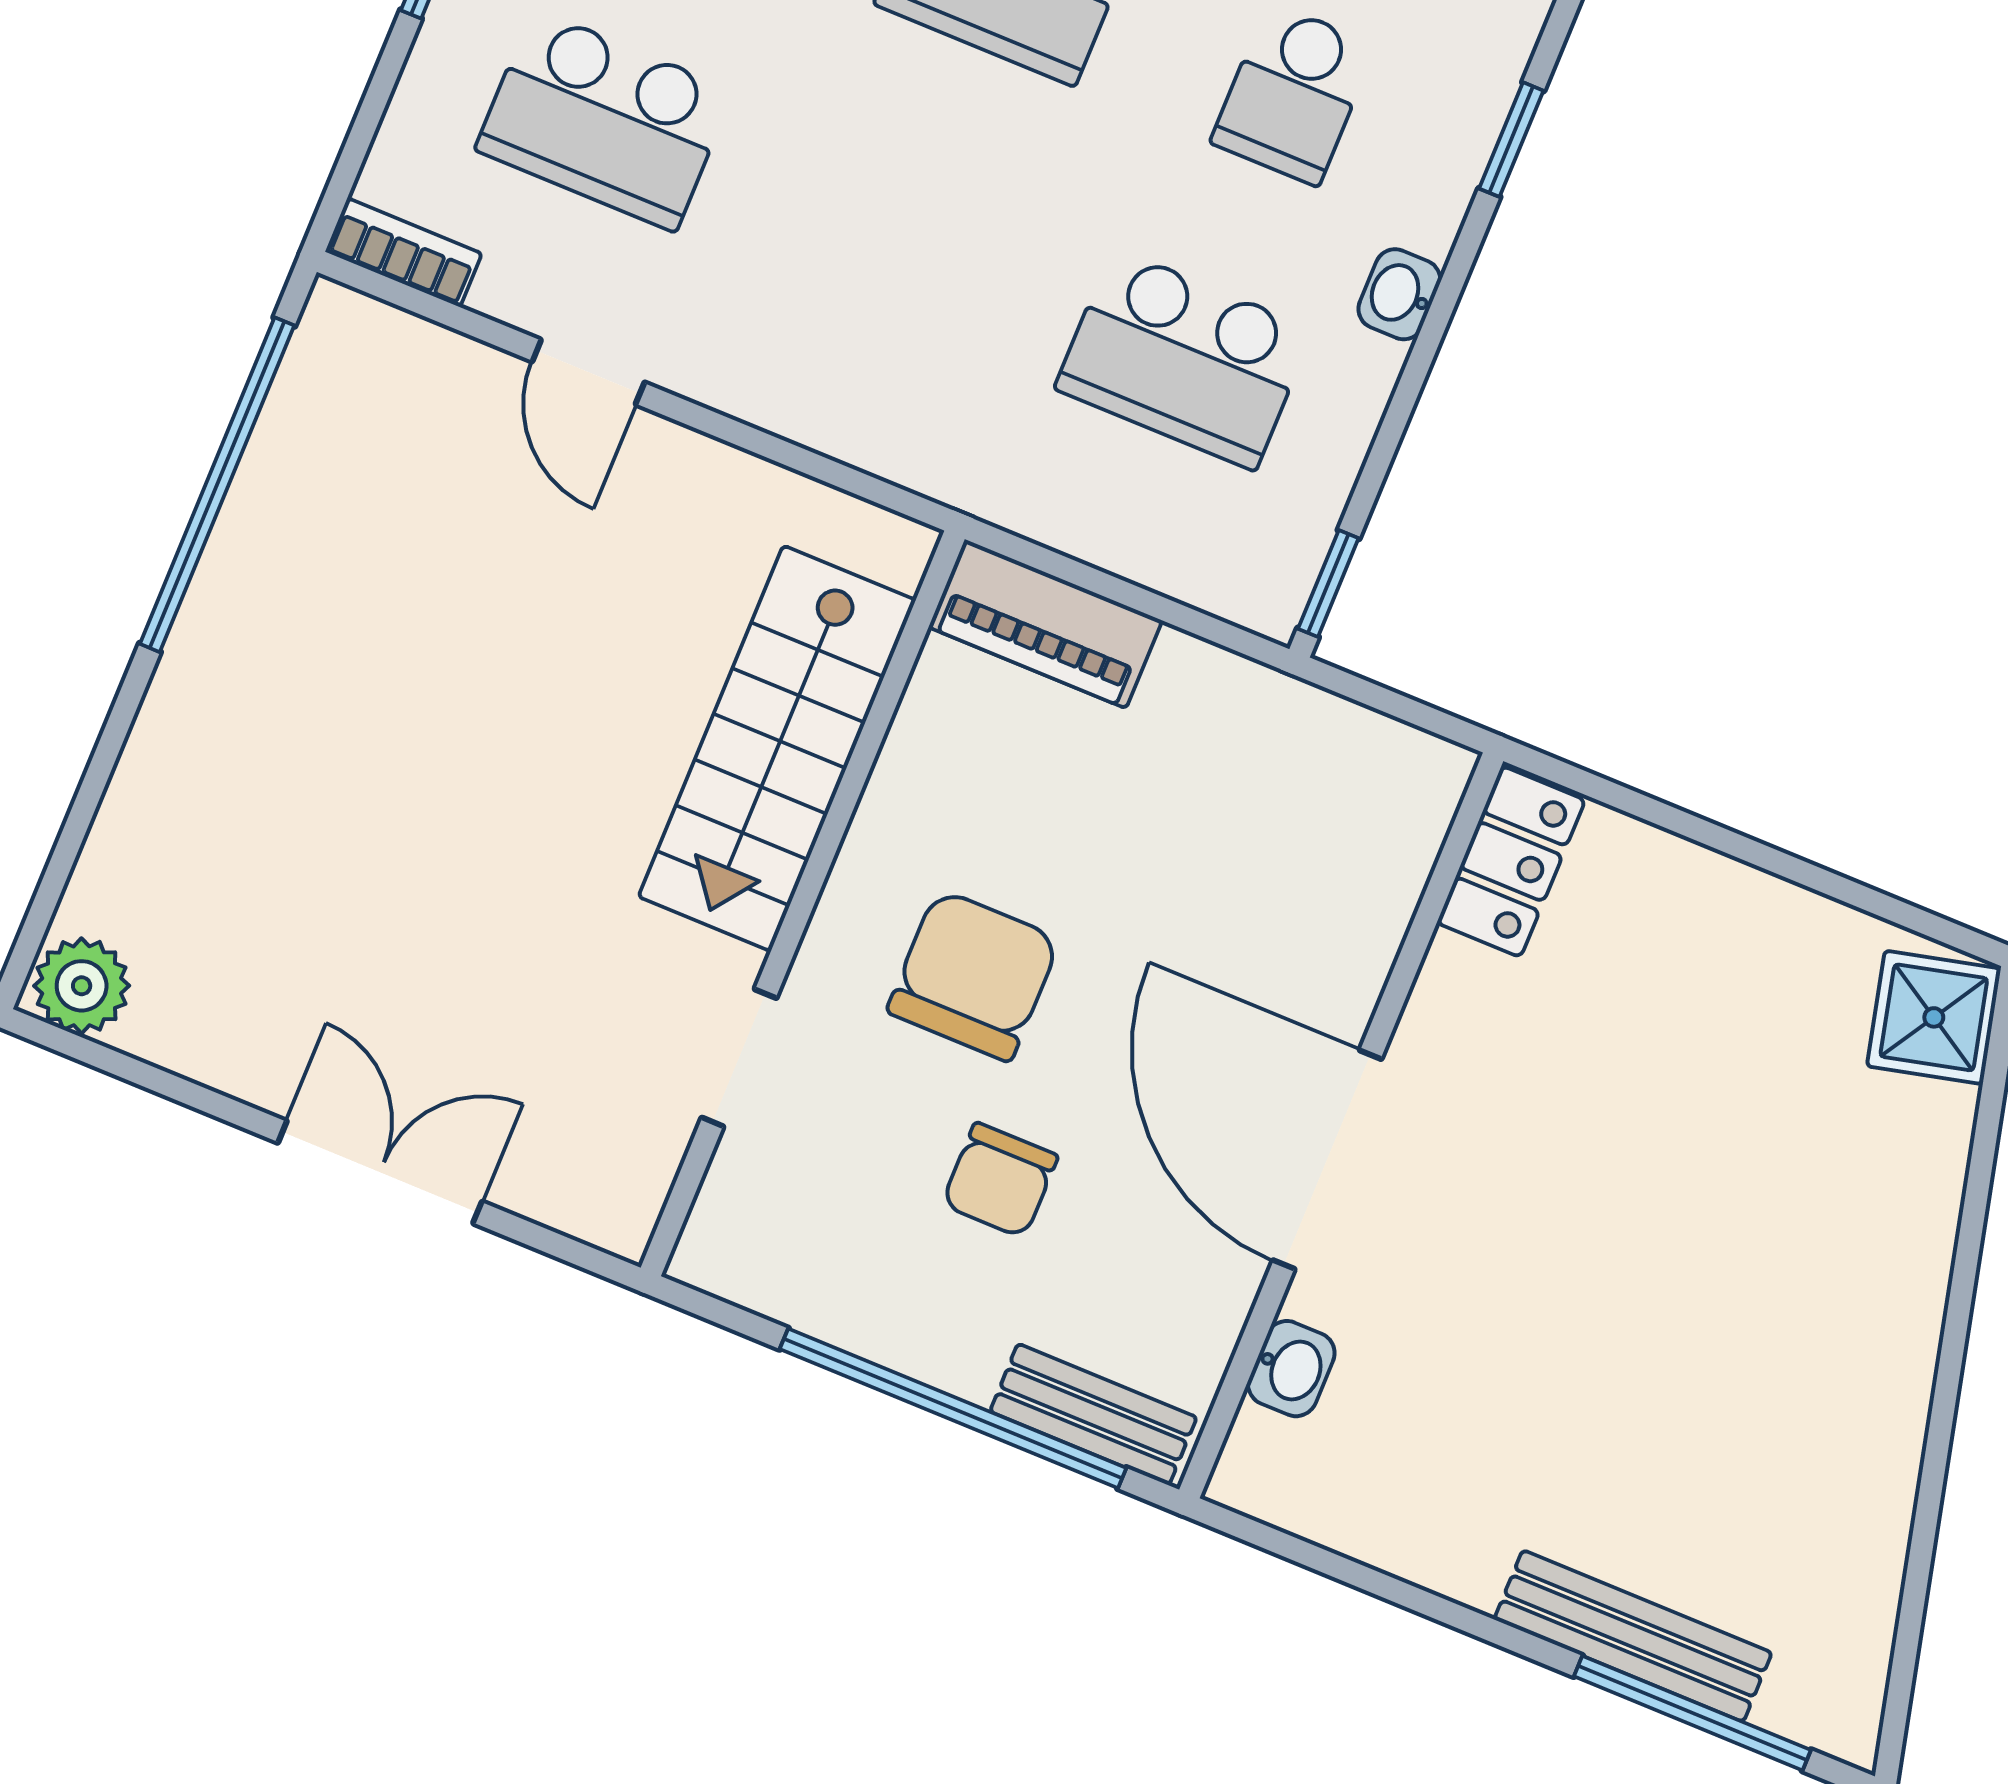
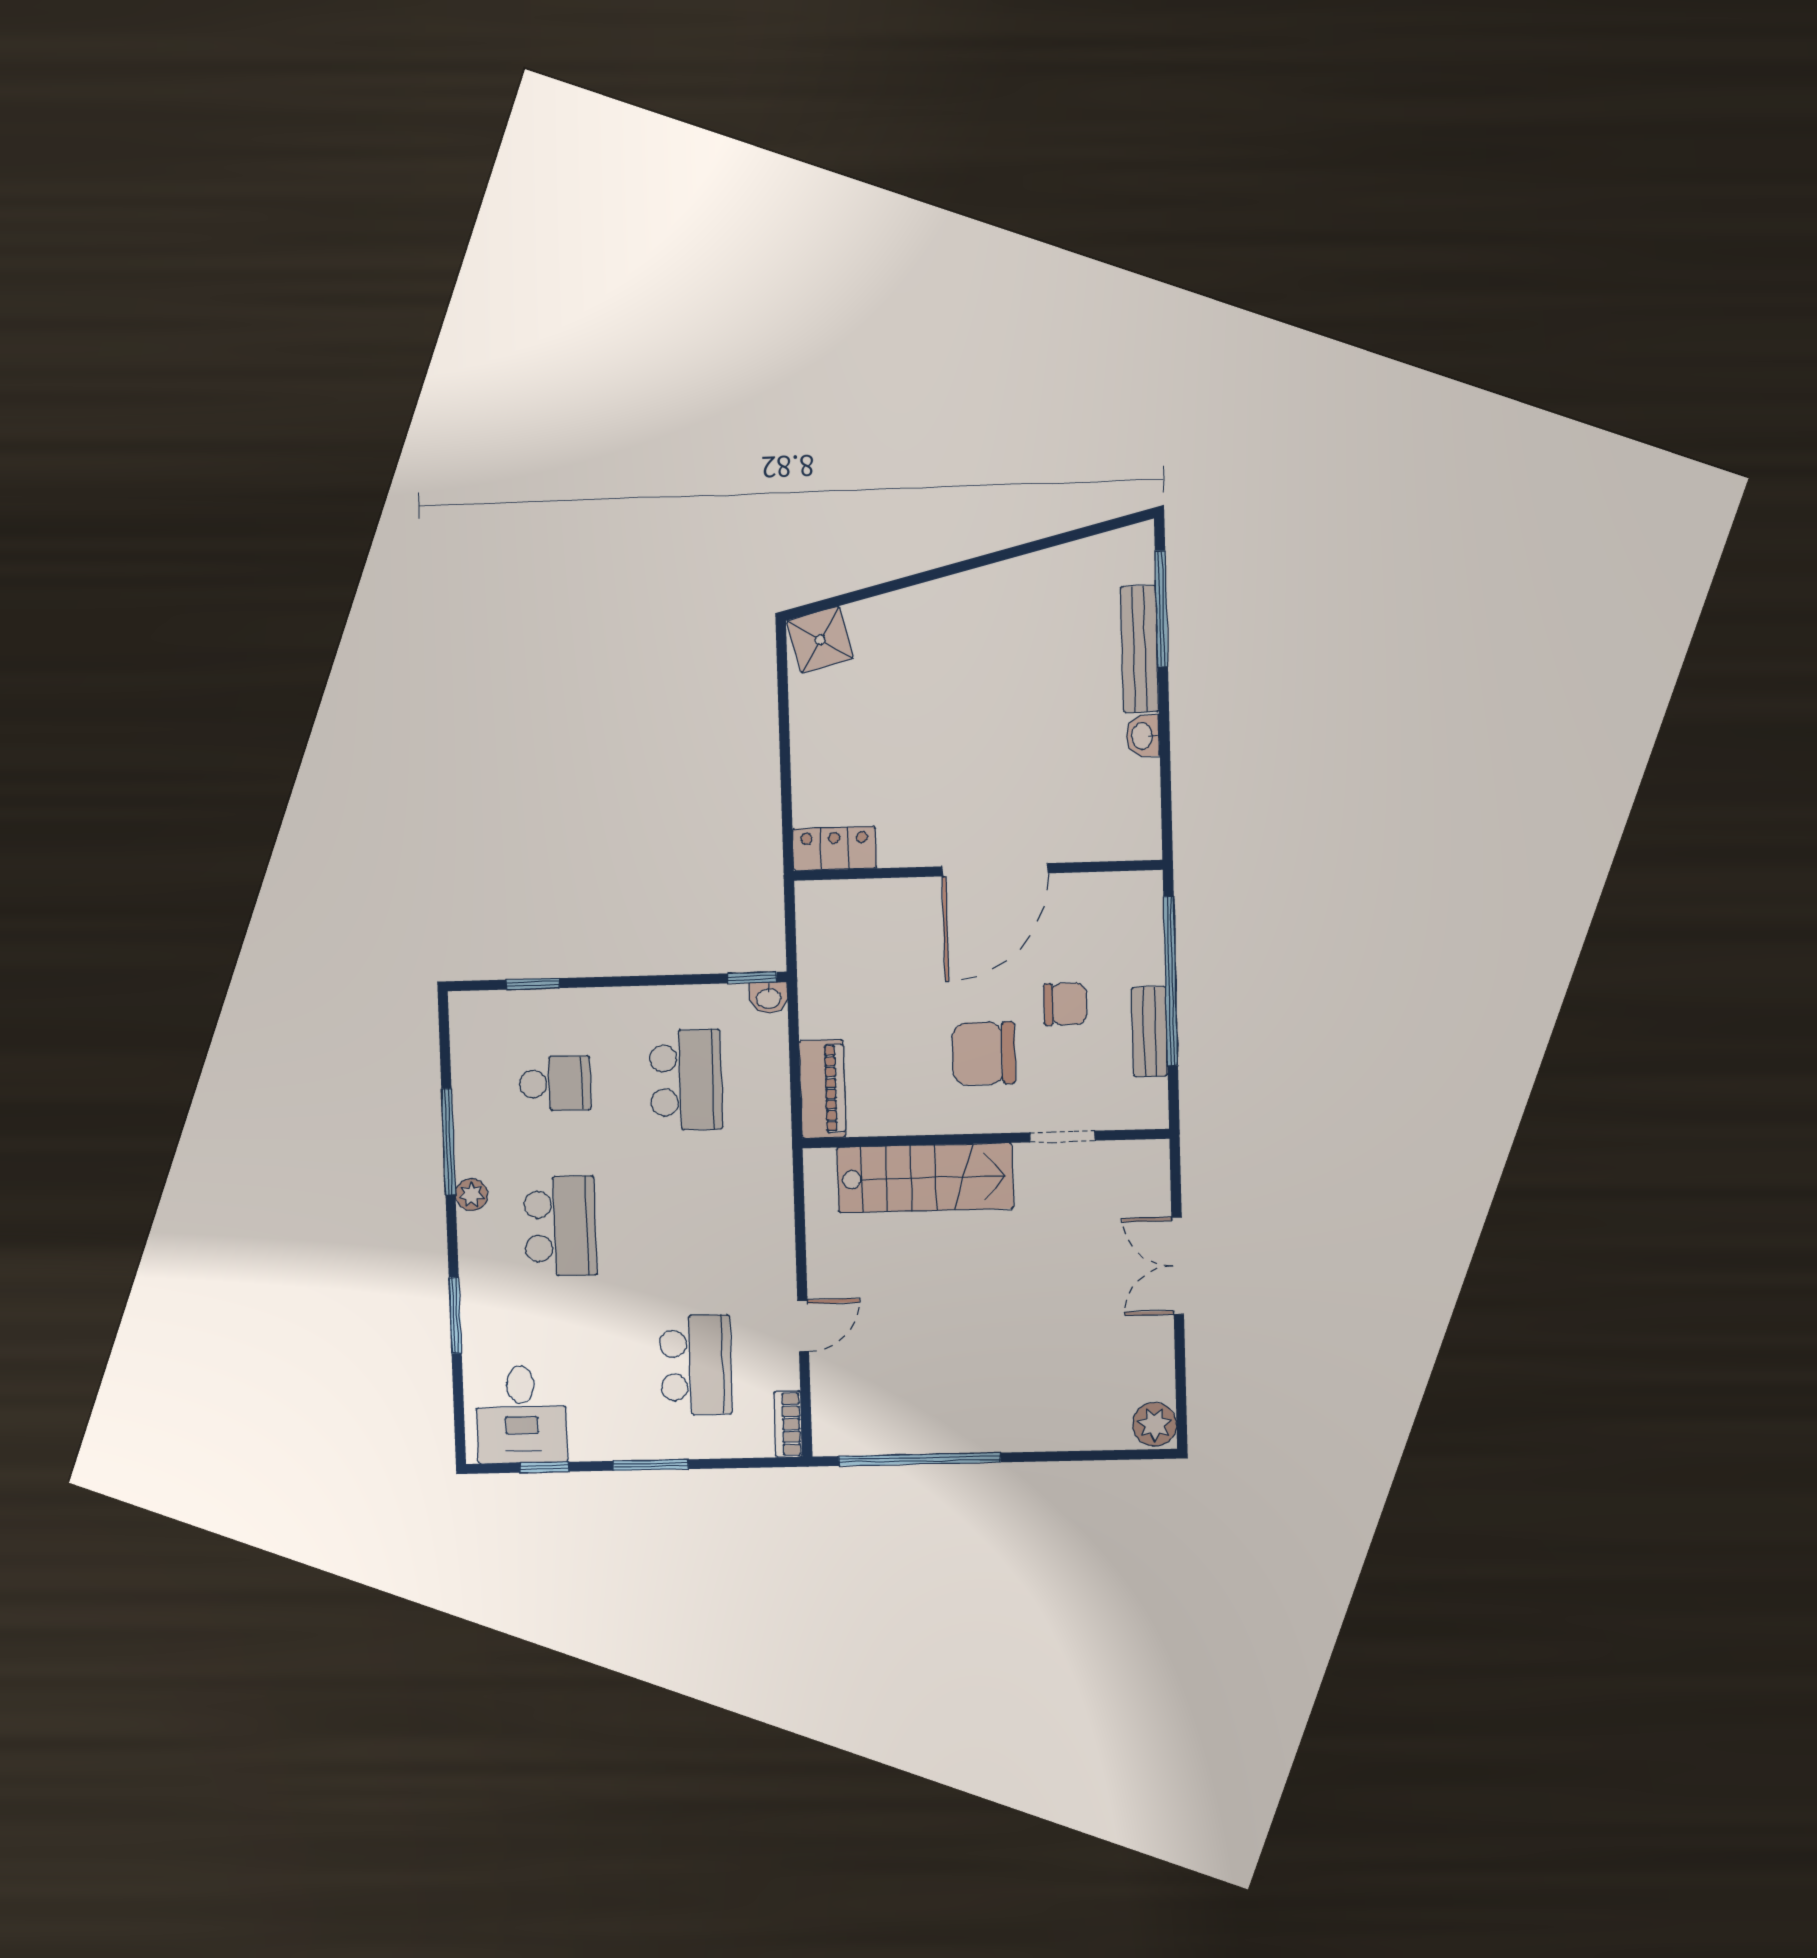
washbasin: (1399, 294) -> (769, 998), moved
washbasin: (1291, 1369) -> (1143, 736), moved, turned -90
bench: (1093, 1414) -> (1150, 1032), moved

